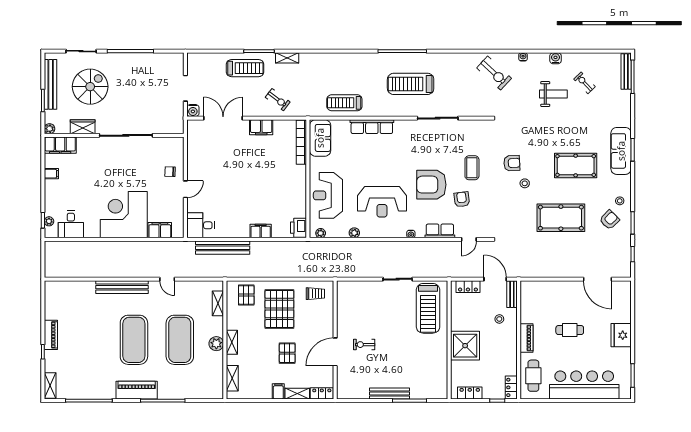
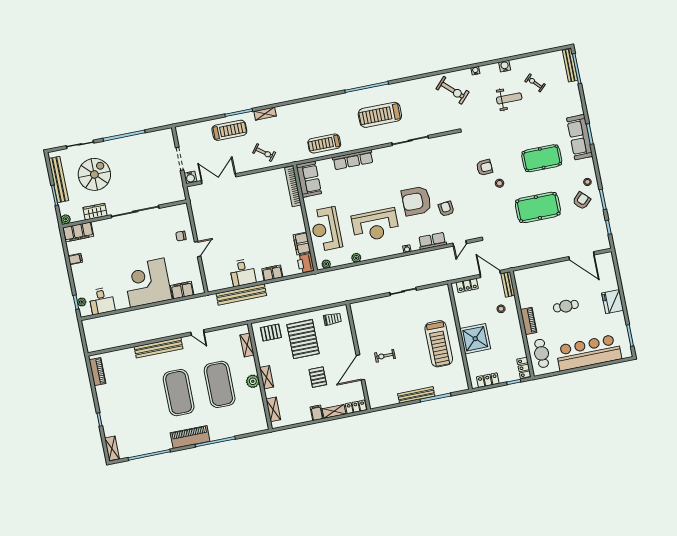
filing cabinet: (261, 127) -> (302, 243), moved, turned 90
coffee table: (472, 168) -> (450, 179), removed
desk: (200, 225) -> (243, 273), moved, turned -90
pallet: (246, 295) -> (271, 333), turned 90
treadmill: (428, 308) -> (439, 344), moved
piano: (51, 335) -> (97, 372), moved

